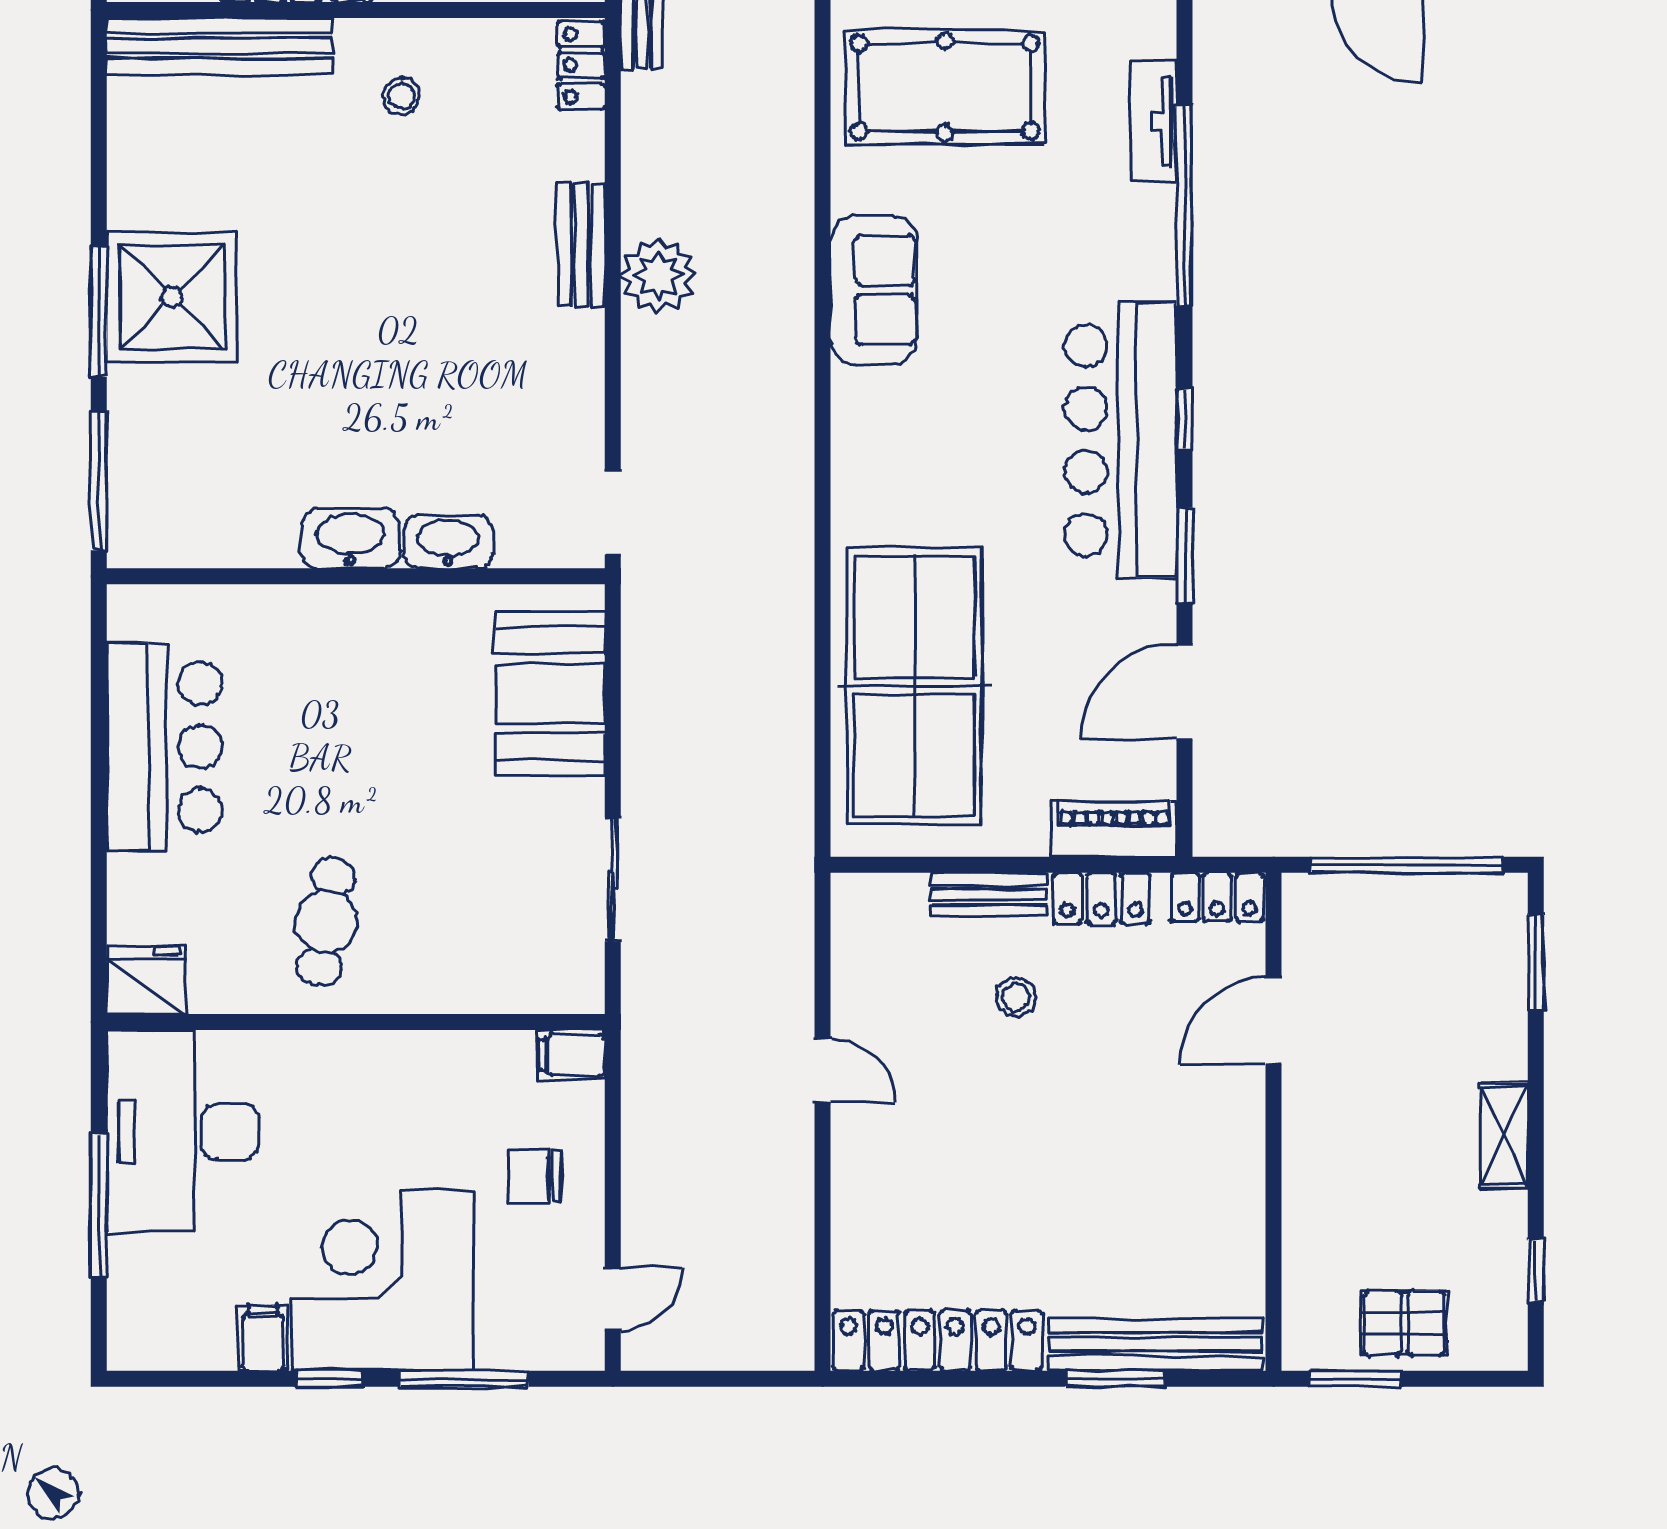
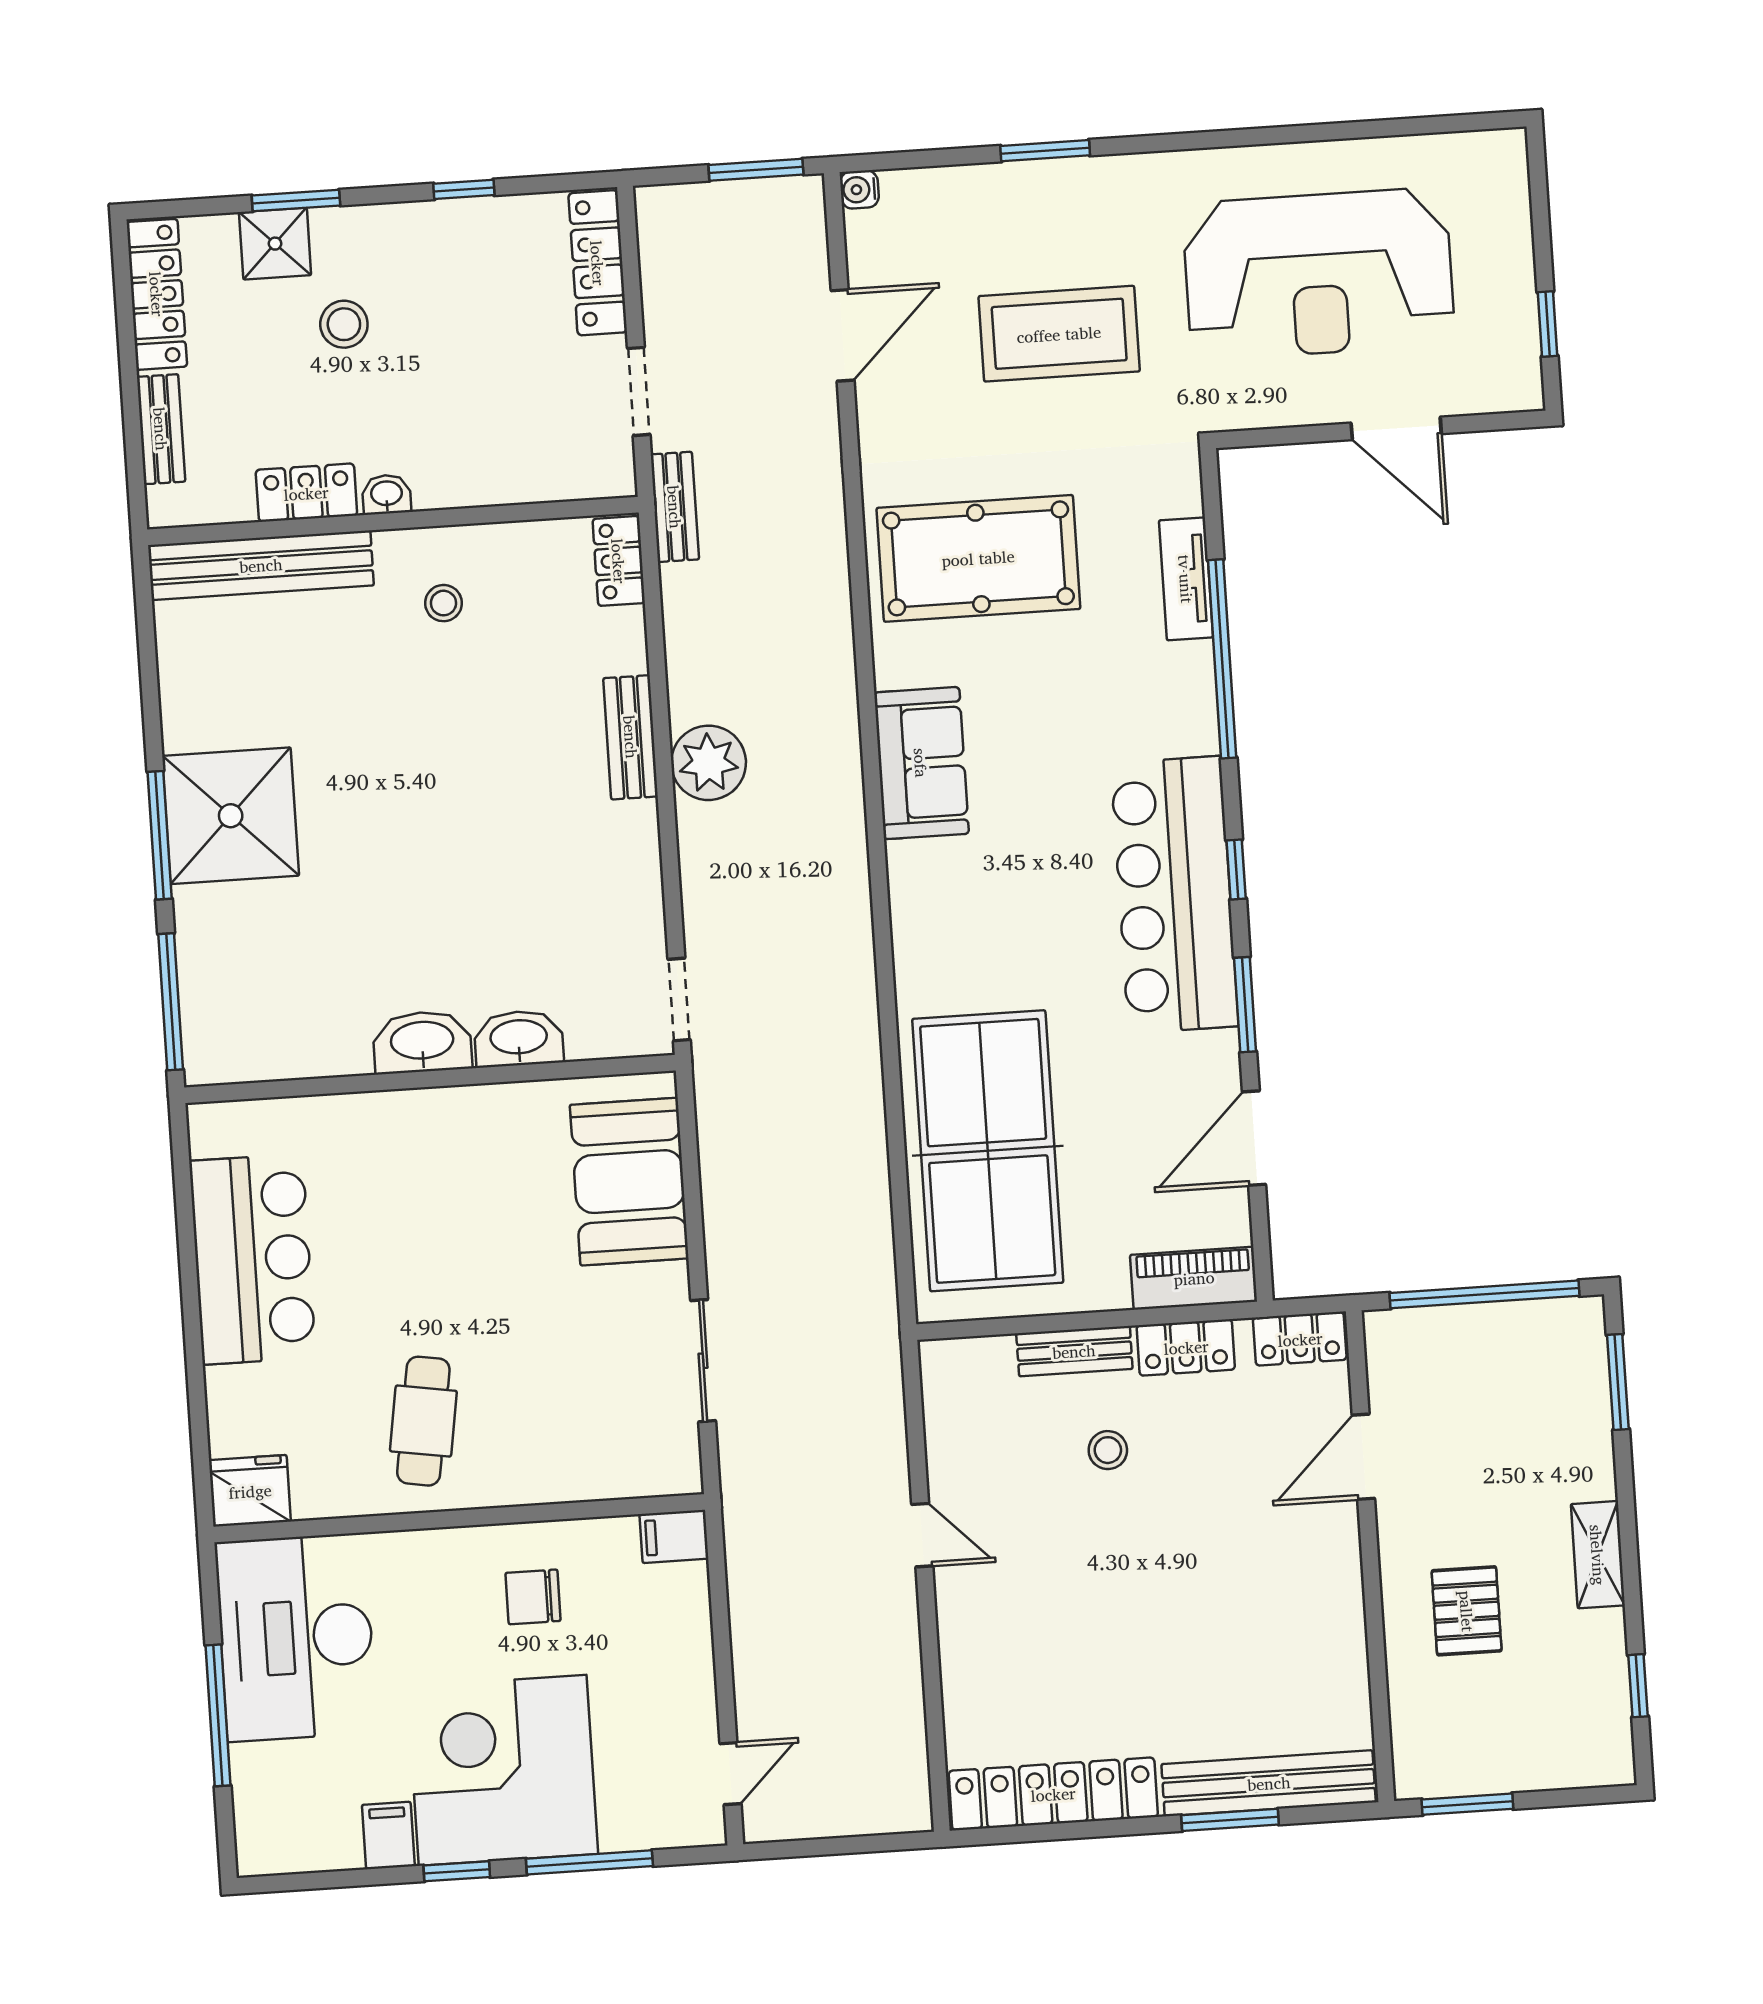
chair: (535, 1176) -> (533, 1597), moved
pallet: (1404, 1323) -> (1467, 1611), moved, turned 90

